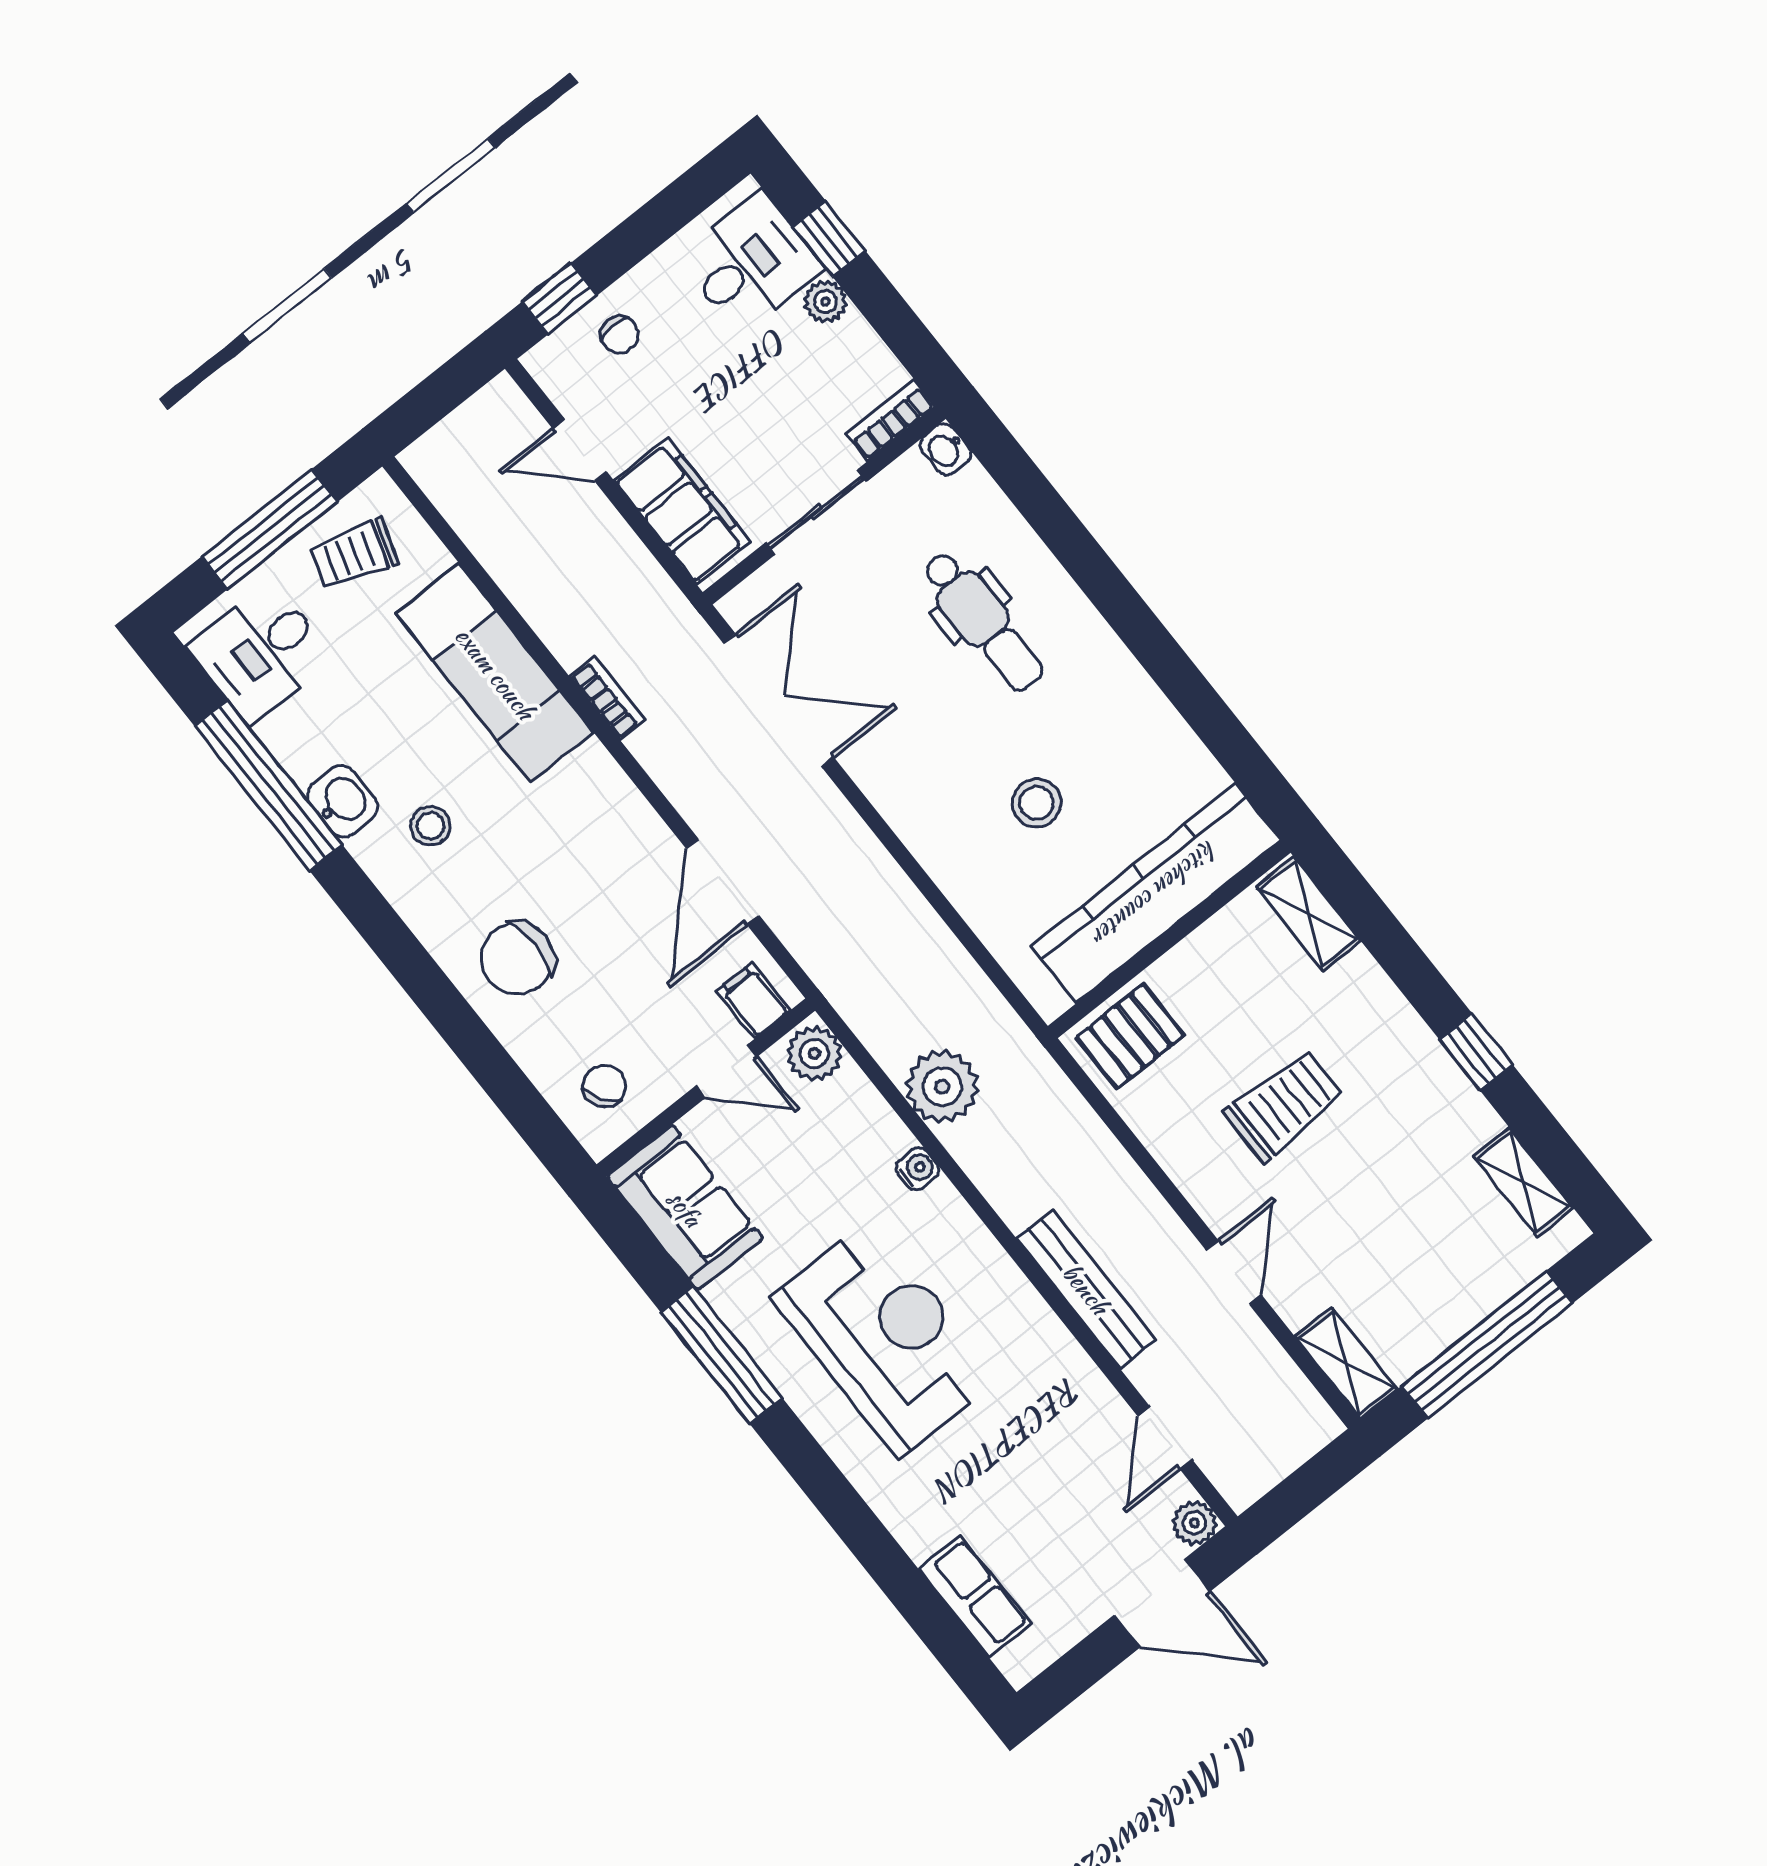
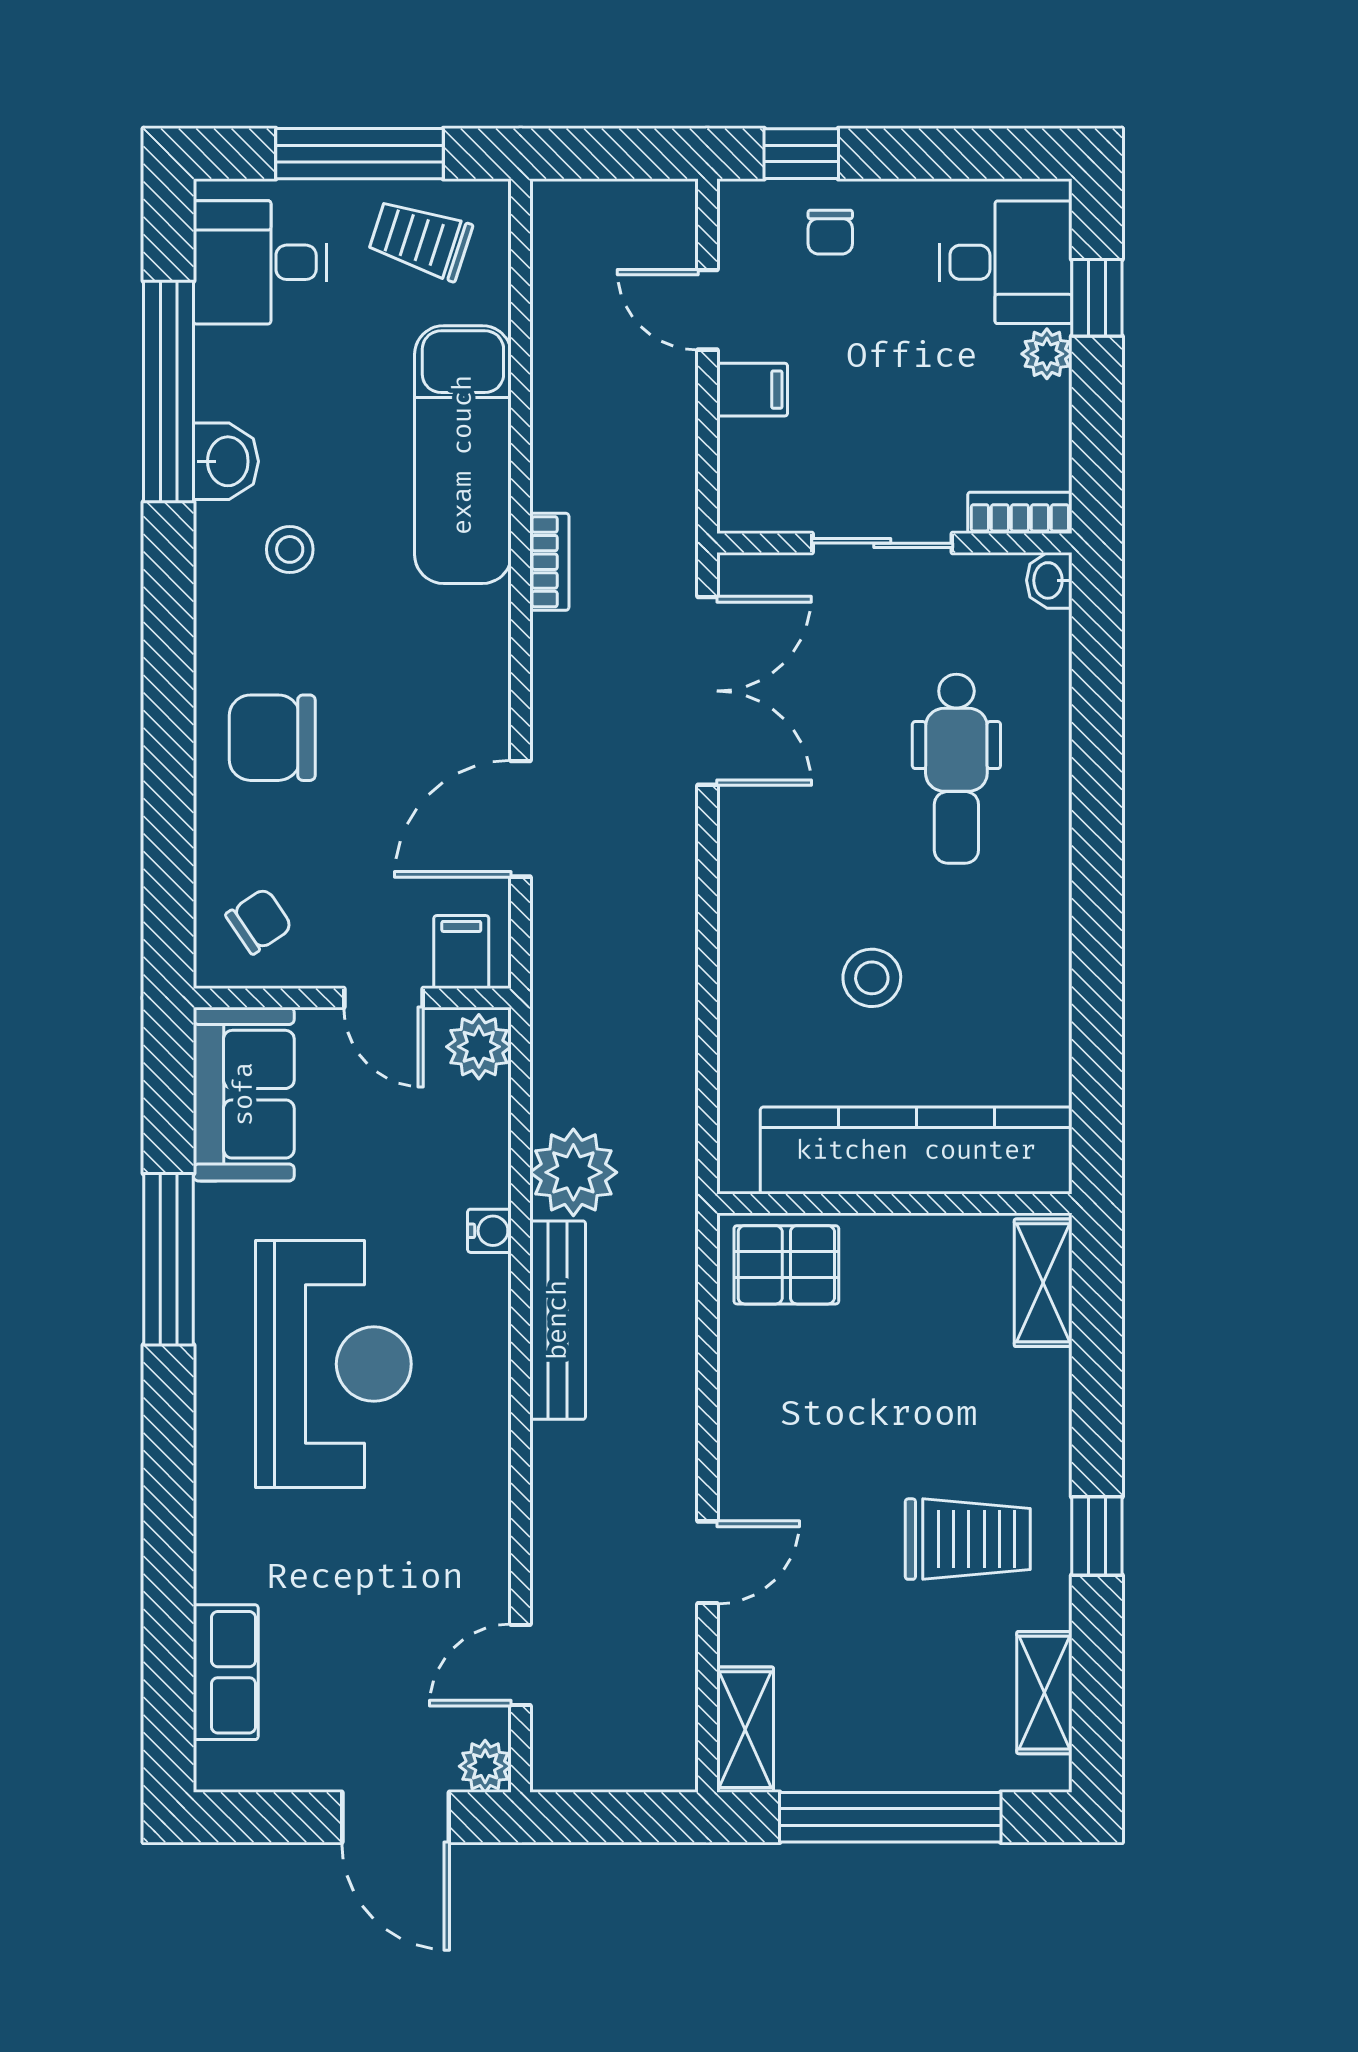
filing cabinet: (682, 511) -> (752, 390), width x0.33, depth x0.86
trolley: (1284, 1105) -> (968, 1539), moved
bench: (1086, 1289) -> (558, 1320), moved

